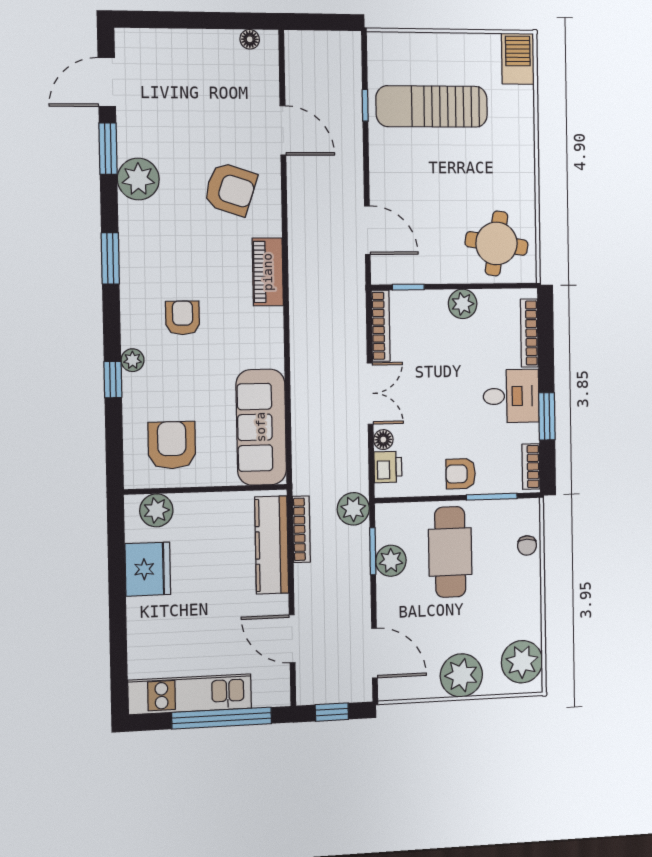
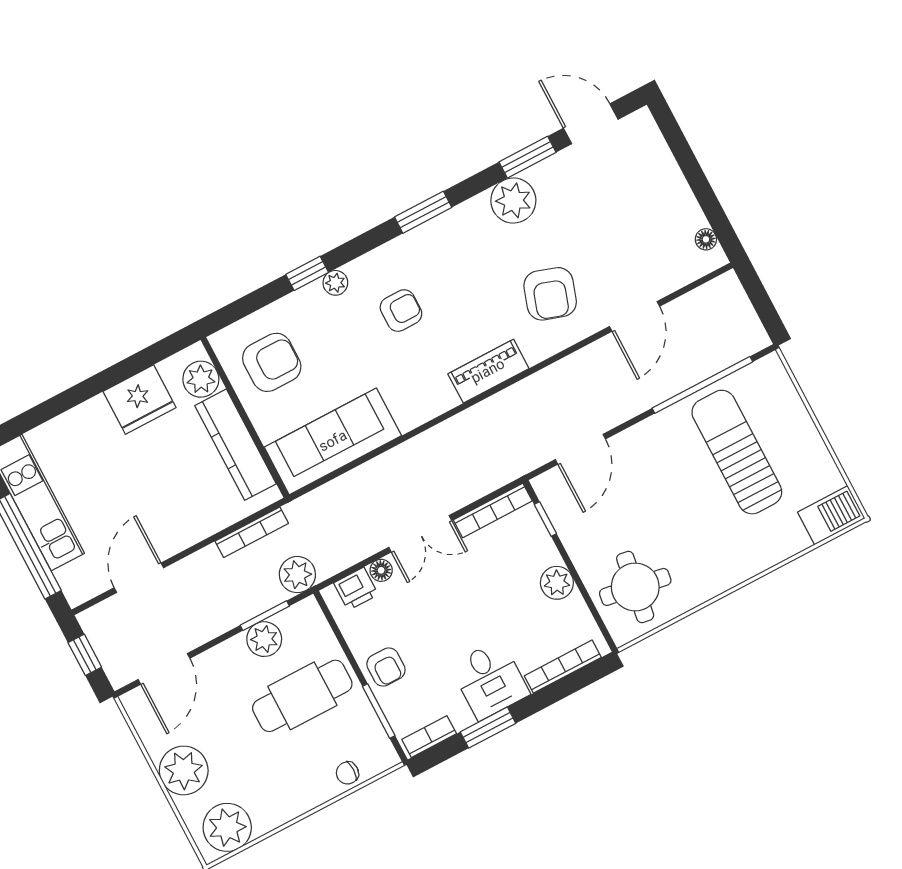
window: (365, 105) -> (702, 385), width x3.17
armchair: (461, 474) -> (386, 667), turned 180
kitchen counter: (272, 545) -> (236, 445), moved, turned -90

